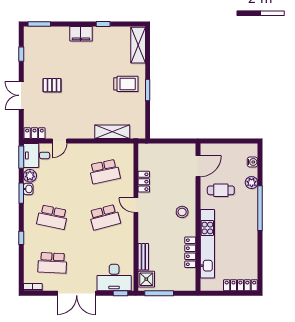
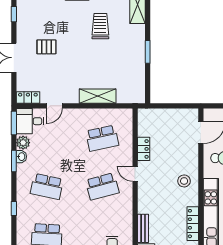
trolley: (126, 84) -> (100, 26), moved, turned -90
shelving: (112, 132) -> (98, 96), moved

